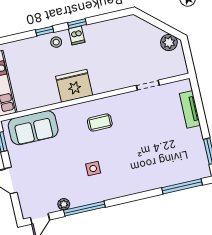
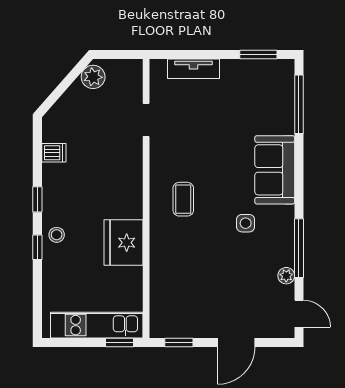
dishwasher: (77, 35) -> (54, 153), moved
fridge: (74, 86) -> (124, 243), moved
sofa: (33, 128) -> (275, 170), moved, turned 180

